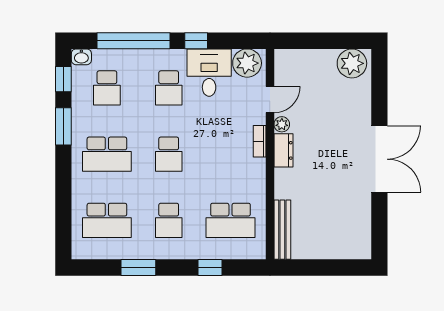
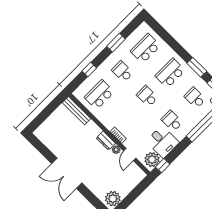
window: (196, 41) -> (163, 166), moved

